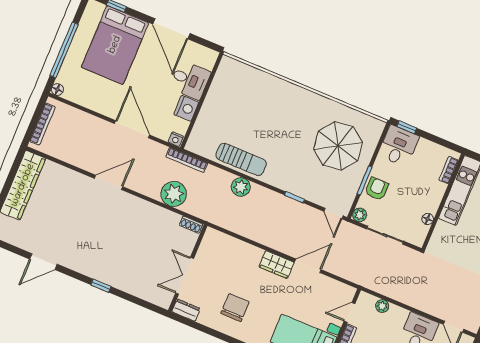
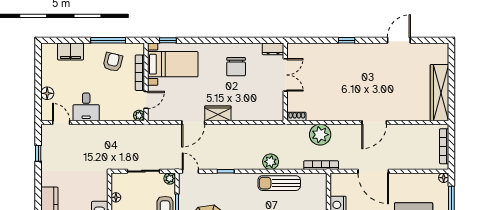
nightstand: (176, 139) -> (336, 178), removed
plant: (382, 306) -> (139, 115), moved

